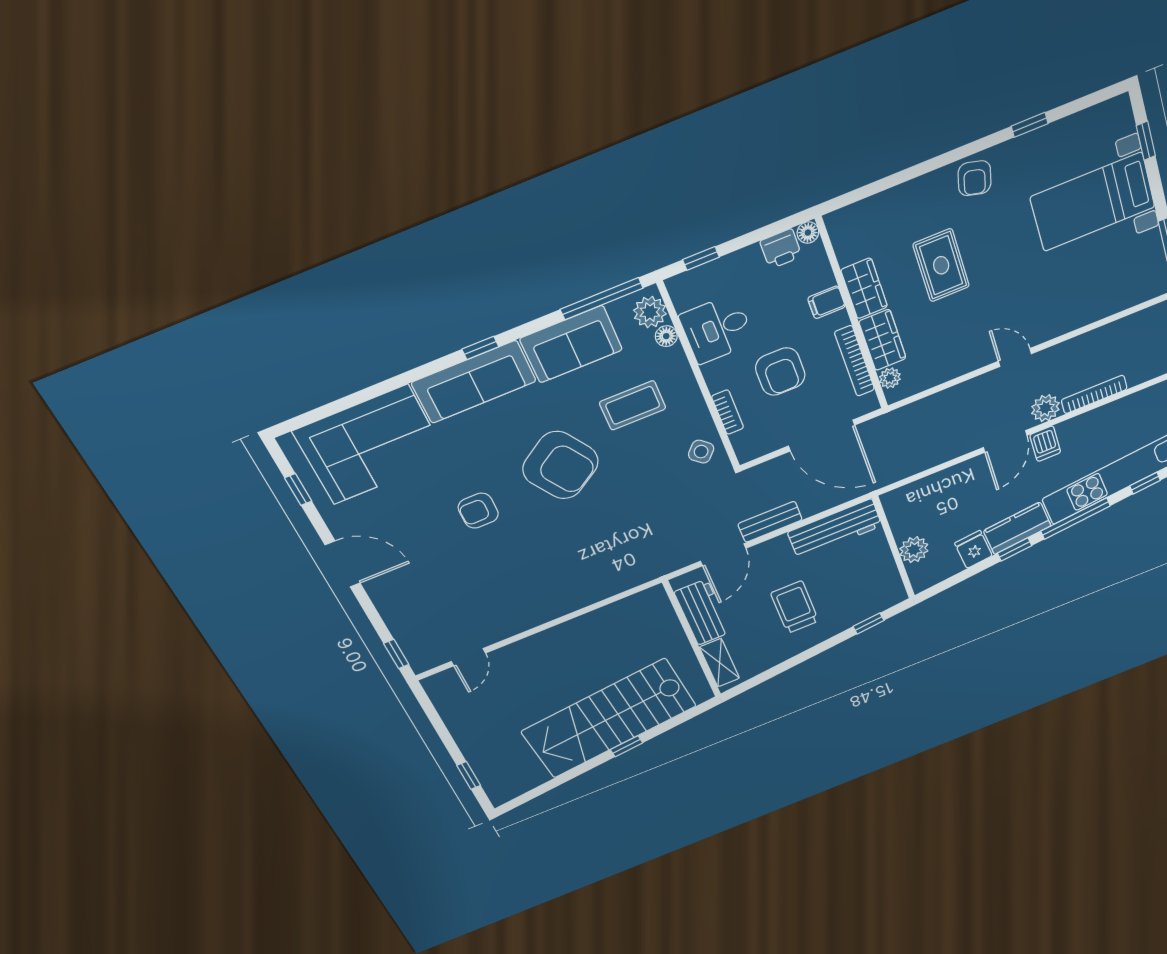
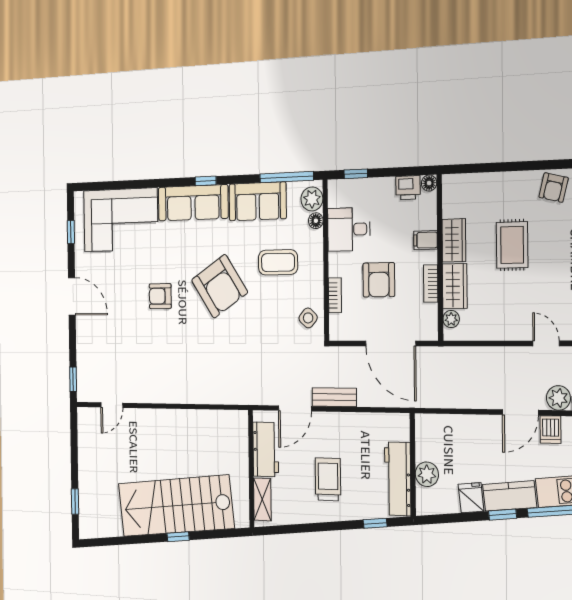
bookcase: (855, 361) -> (431, 284), width x0.64
workbench: (835, 529) -> (398, 479), moved, turned 90

